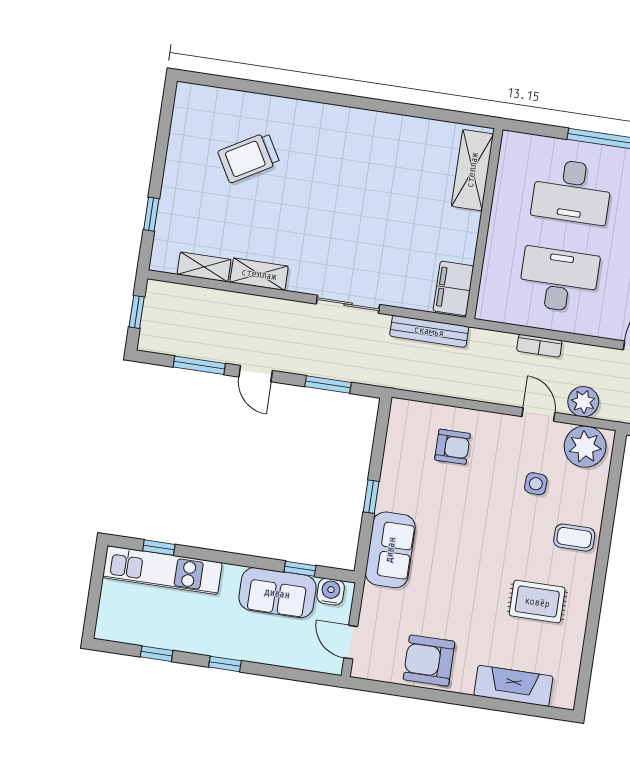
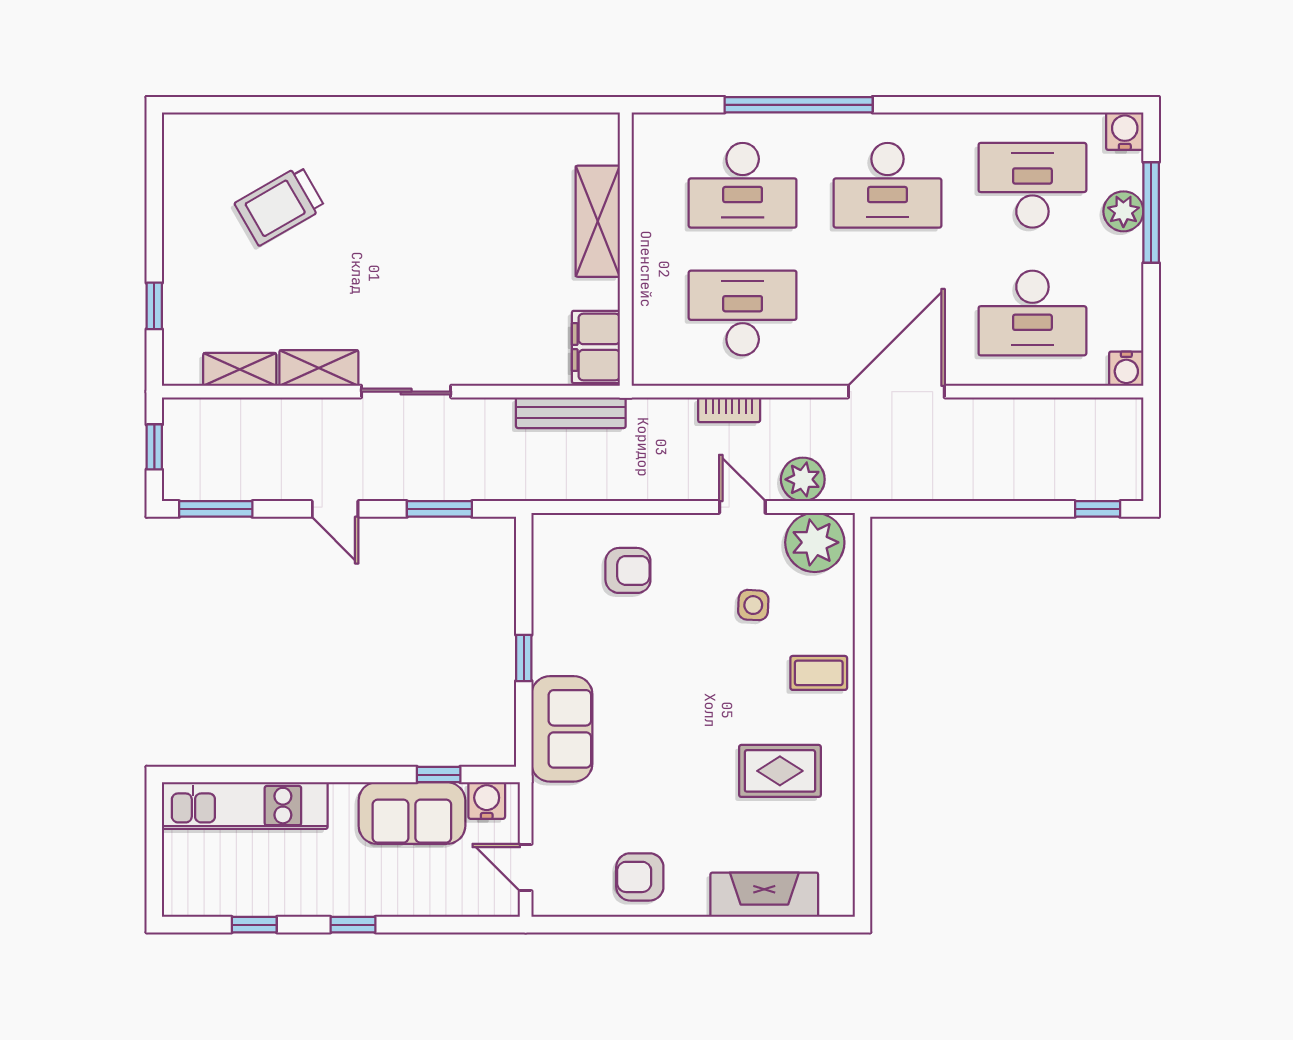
shelving: (472, 170) -> (598, 221), moved
sliding door: (348, 304) -> (406, 392), moved
window: (199, 365) -> (216, 509), moved
window: (159, 548) -> (235, 775), removed
armchair: (429, 661) -> (640, 877), width x0.72, depth x0.72

